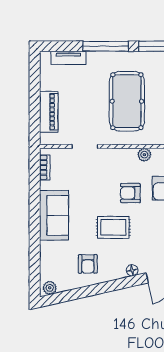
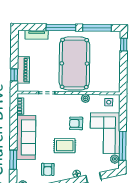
pool table: (127, 101) -> (74, 63), width x1.36, depth x1.32
window: (35, 120) -> (14, 75), added
sofa: (54, 215) -> (26, 137), width x1.36
window: (35, 250) -> (13, 160), added

